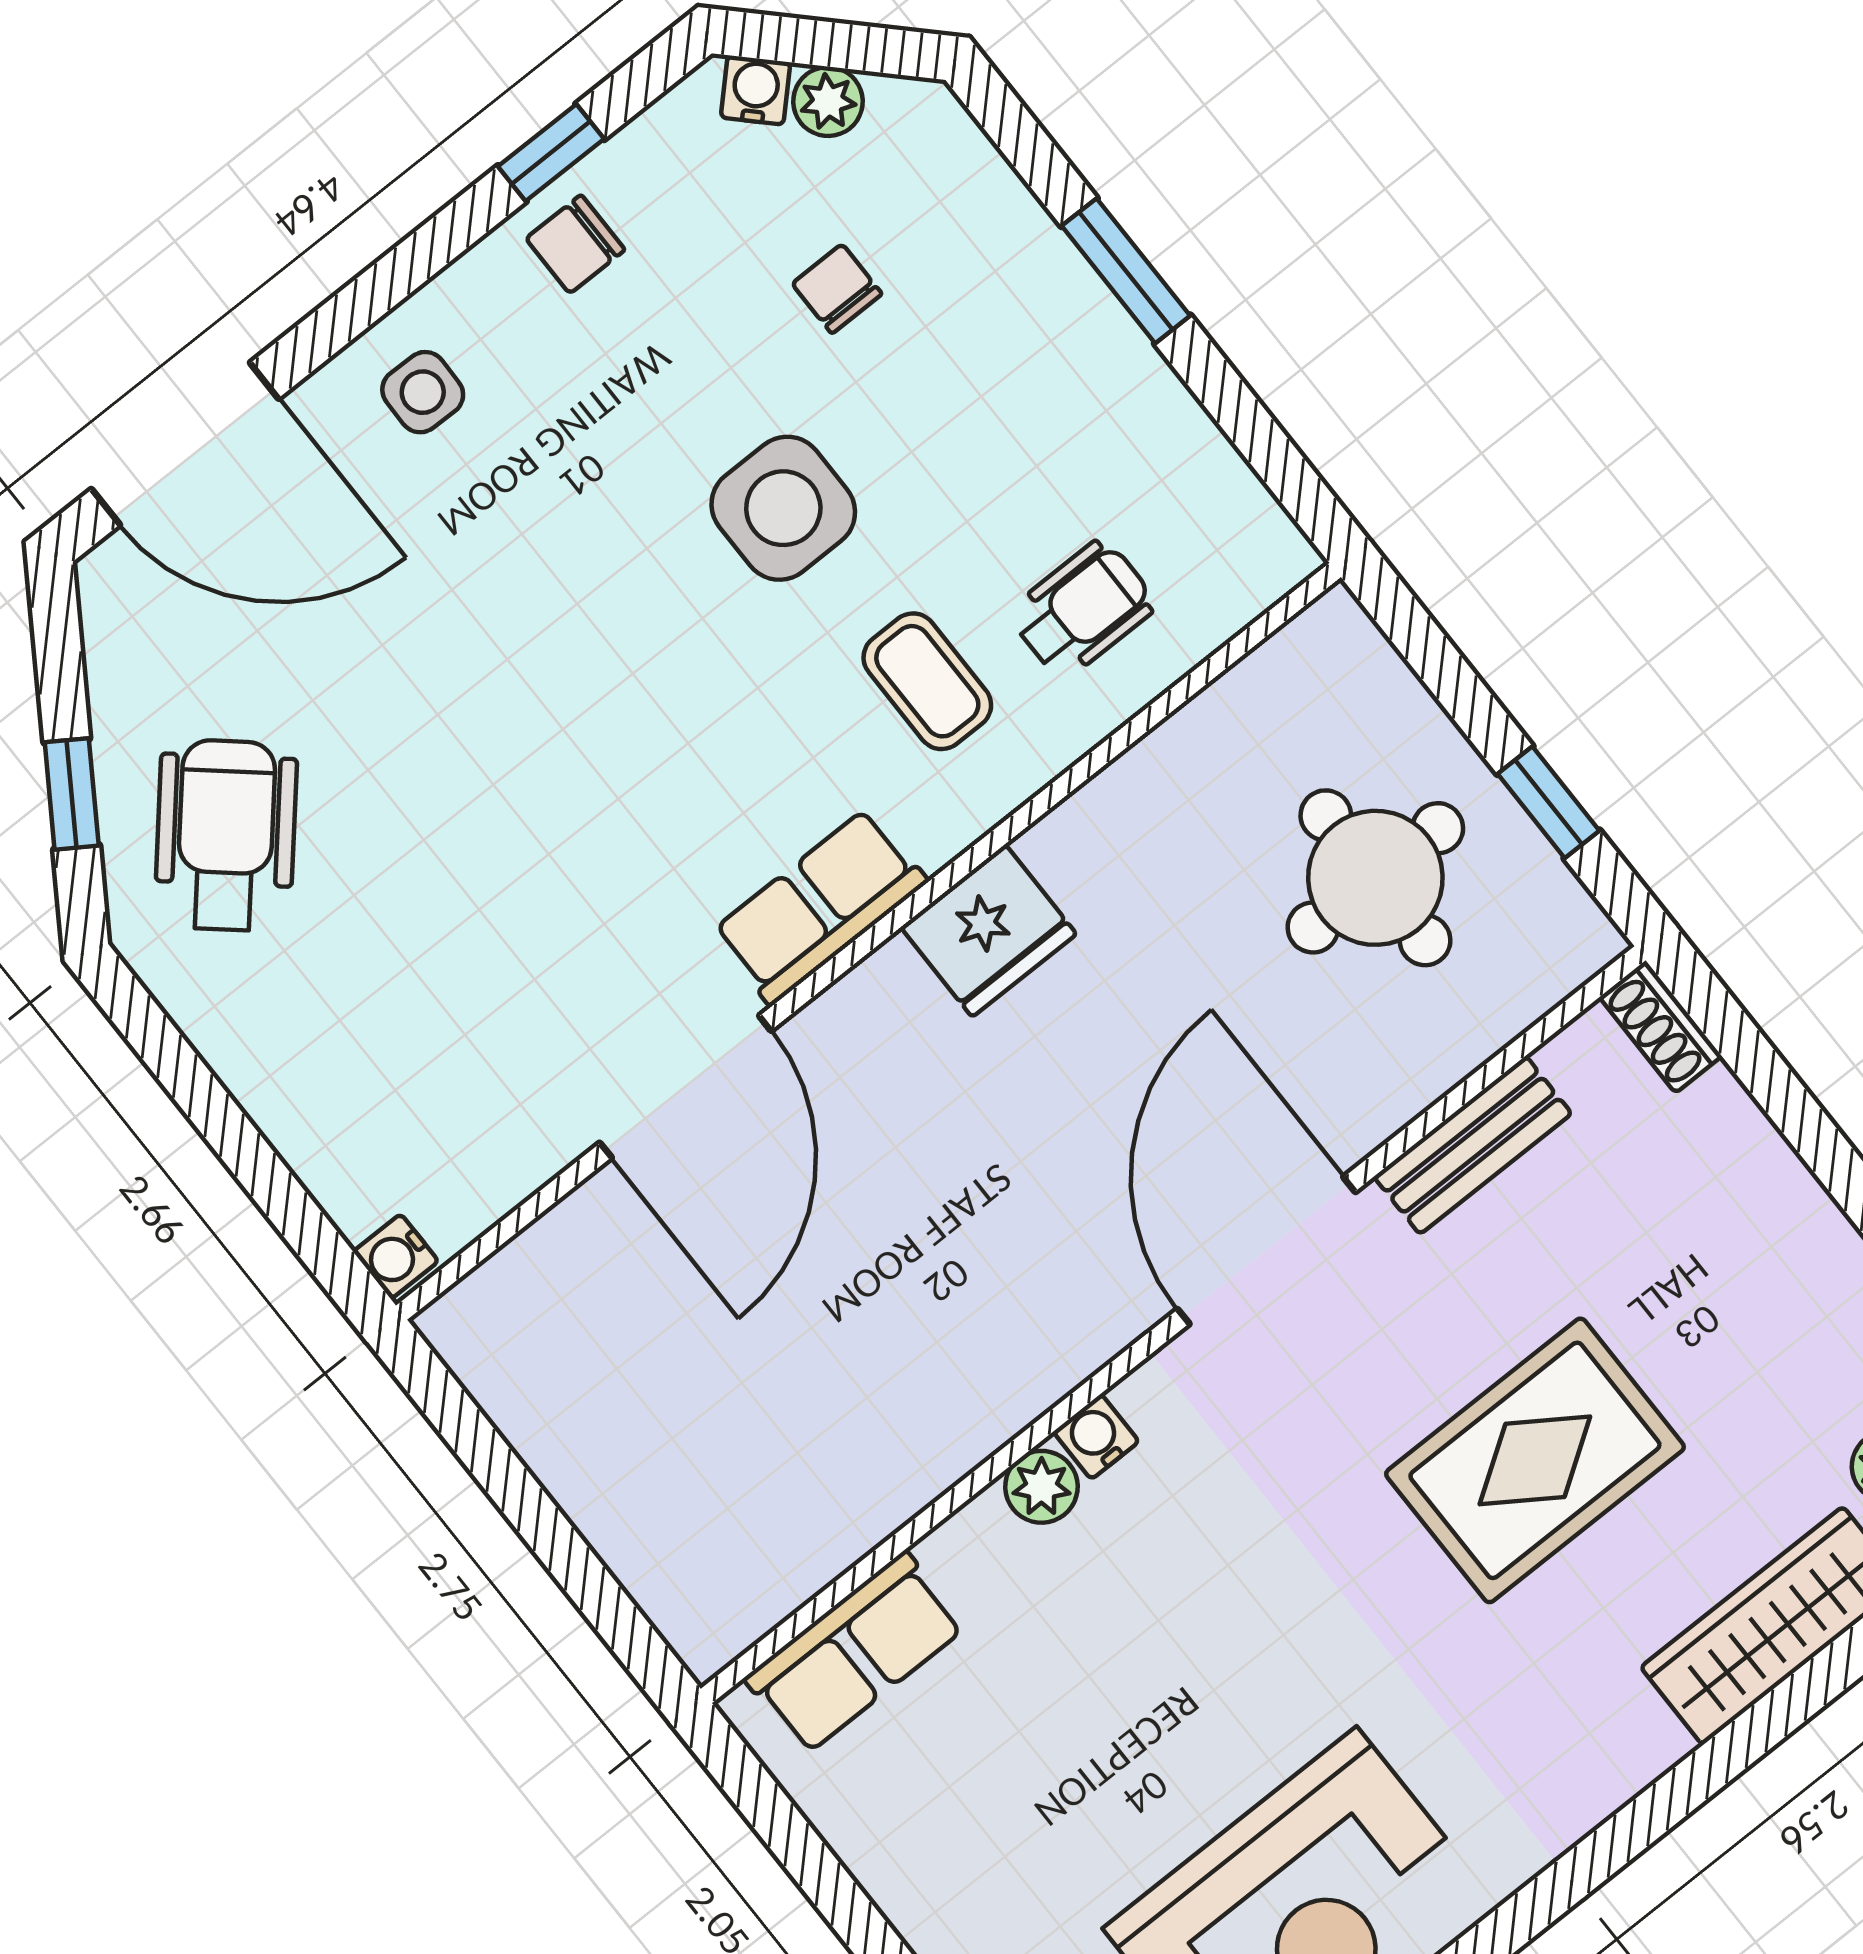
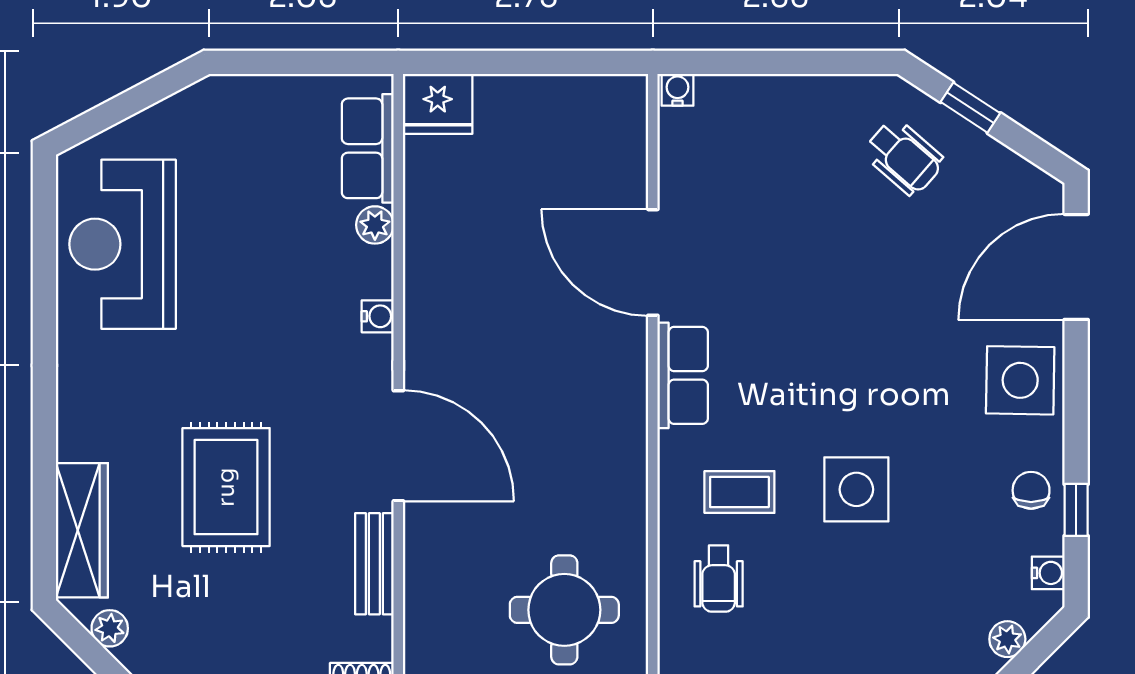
water cooler: (756, 90) -> (1048, 573), moved, turned -45
chair: (837, 289) -> (928, 582), removed
side table: (423, 392) -> (1020, 380), width x1.87, depth x1.87
wheelchair: (226, 835) -> (904, 157), width x0.73, depth x0.73
round table: (1375, 878) -> (564, 610), moved
fridge: (989, 931) -> (438, 104), moved, turned -90
plant: (1041, 1487) -> (375, 225), moved

